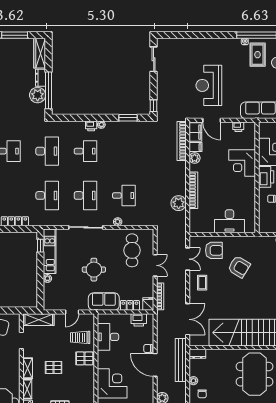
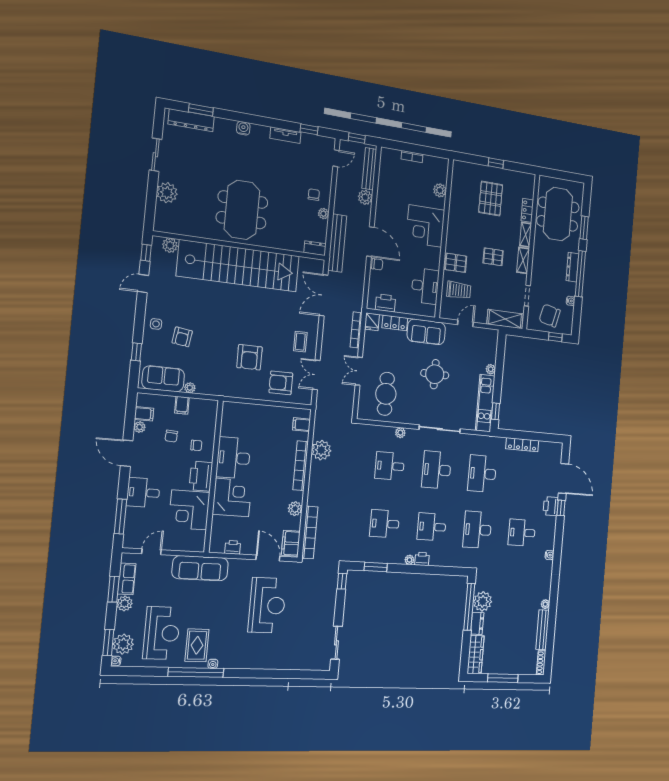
filing cabinet: (196, 147) -> (301, 425), moved
desk: (124, 151) -> (385, 524), added
desk: (229, 221) -> (233, 458), moved, turned -90
armchair: (239, 267) -> (249, 357), turned -121

